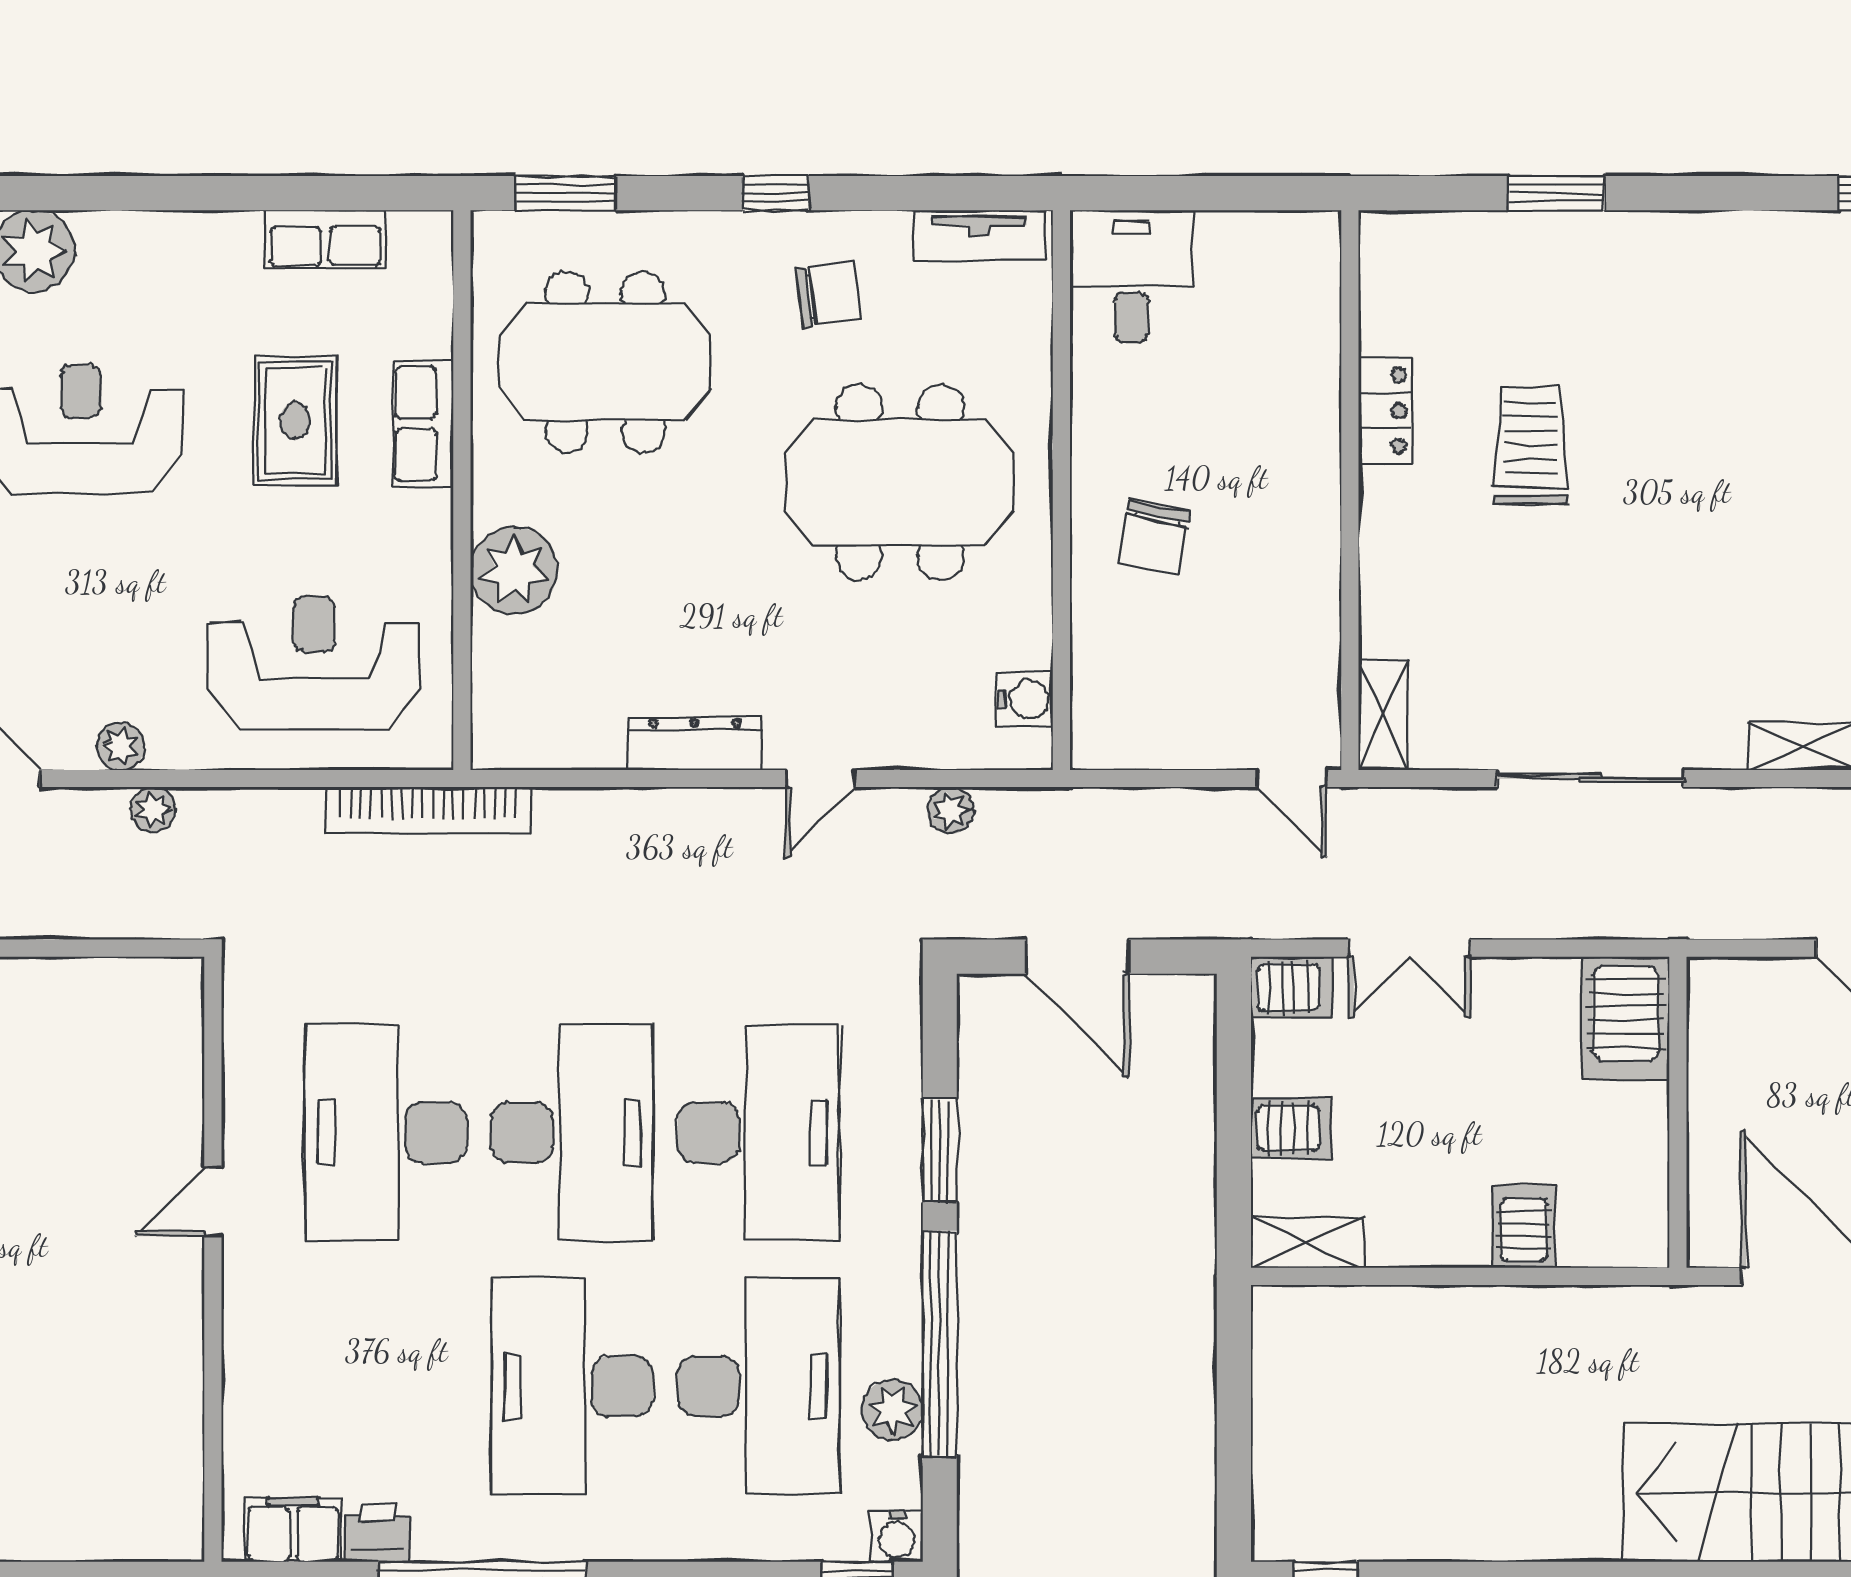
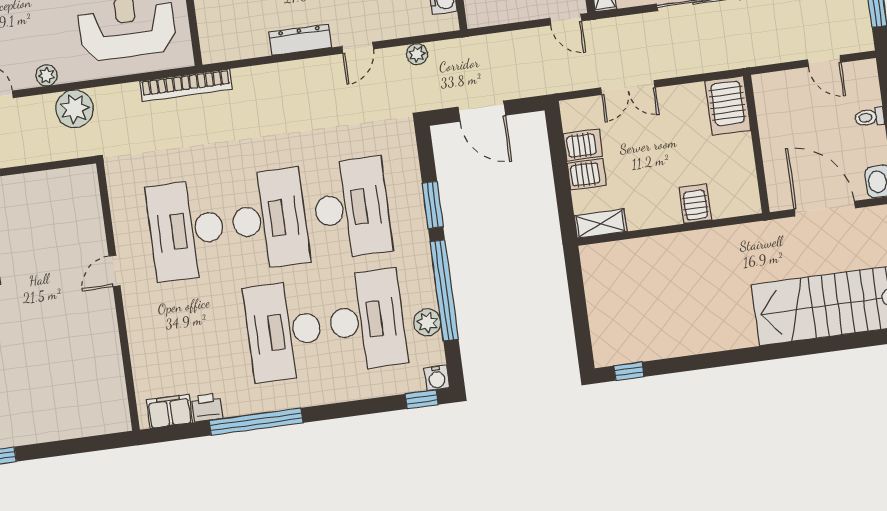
plant: (153, 809) -> (75, 109), width x1.88, depth x1.88
server rack: (1292, 987) -> (583, 145), moved

